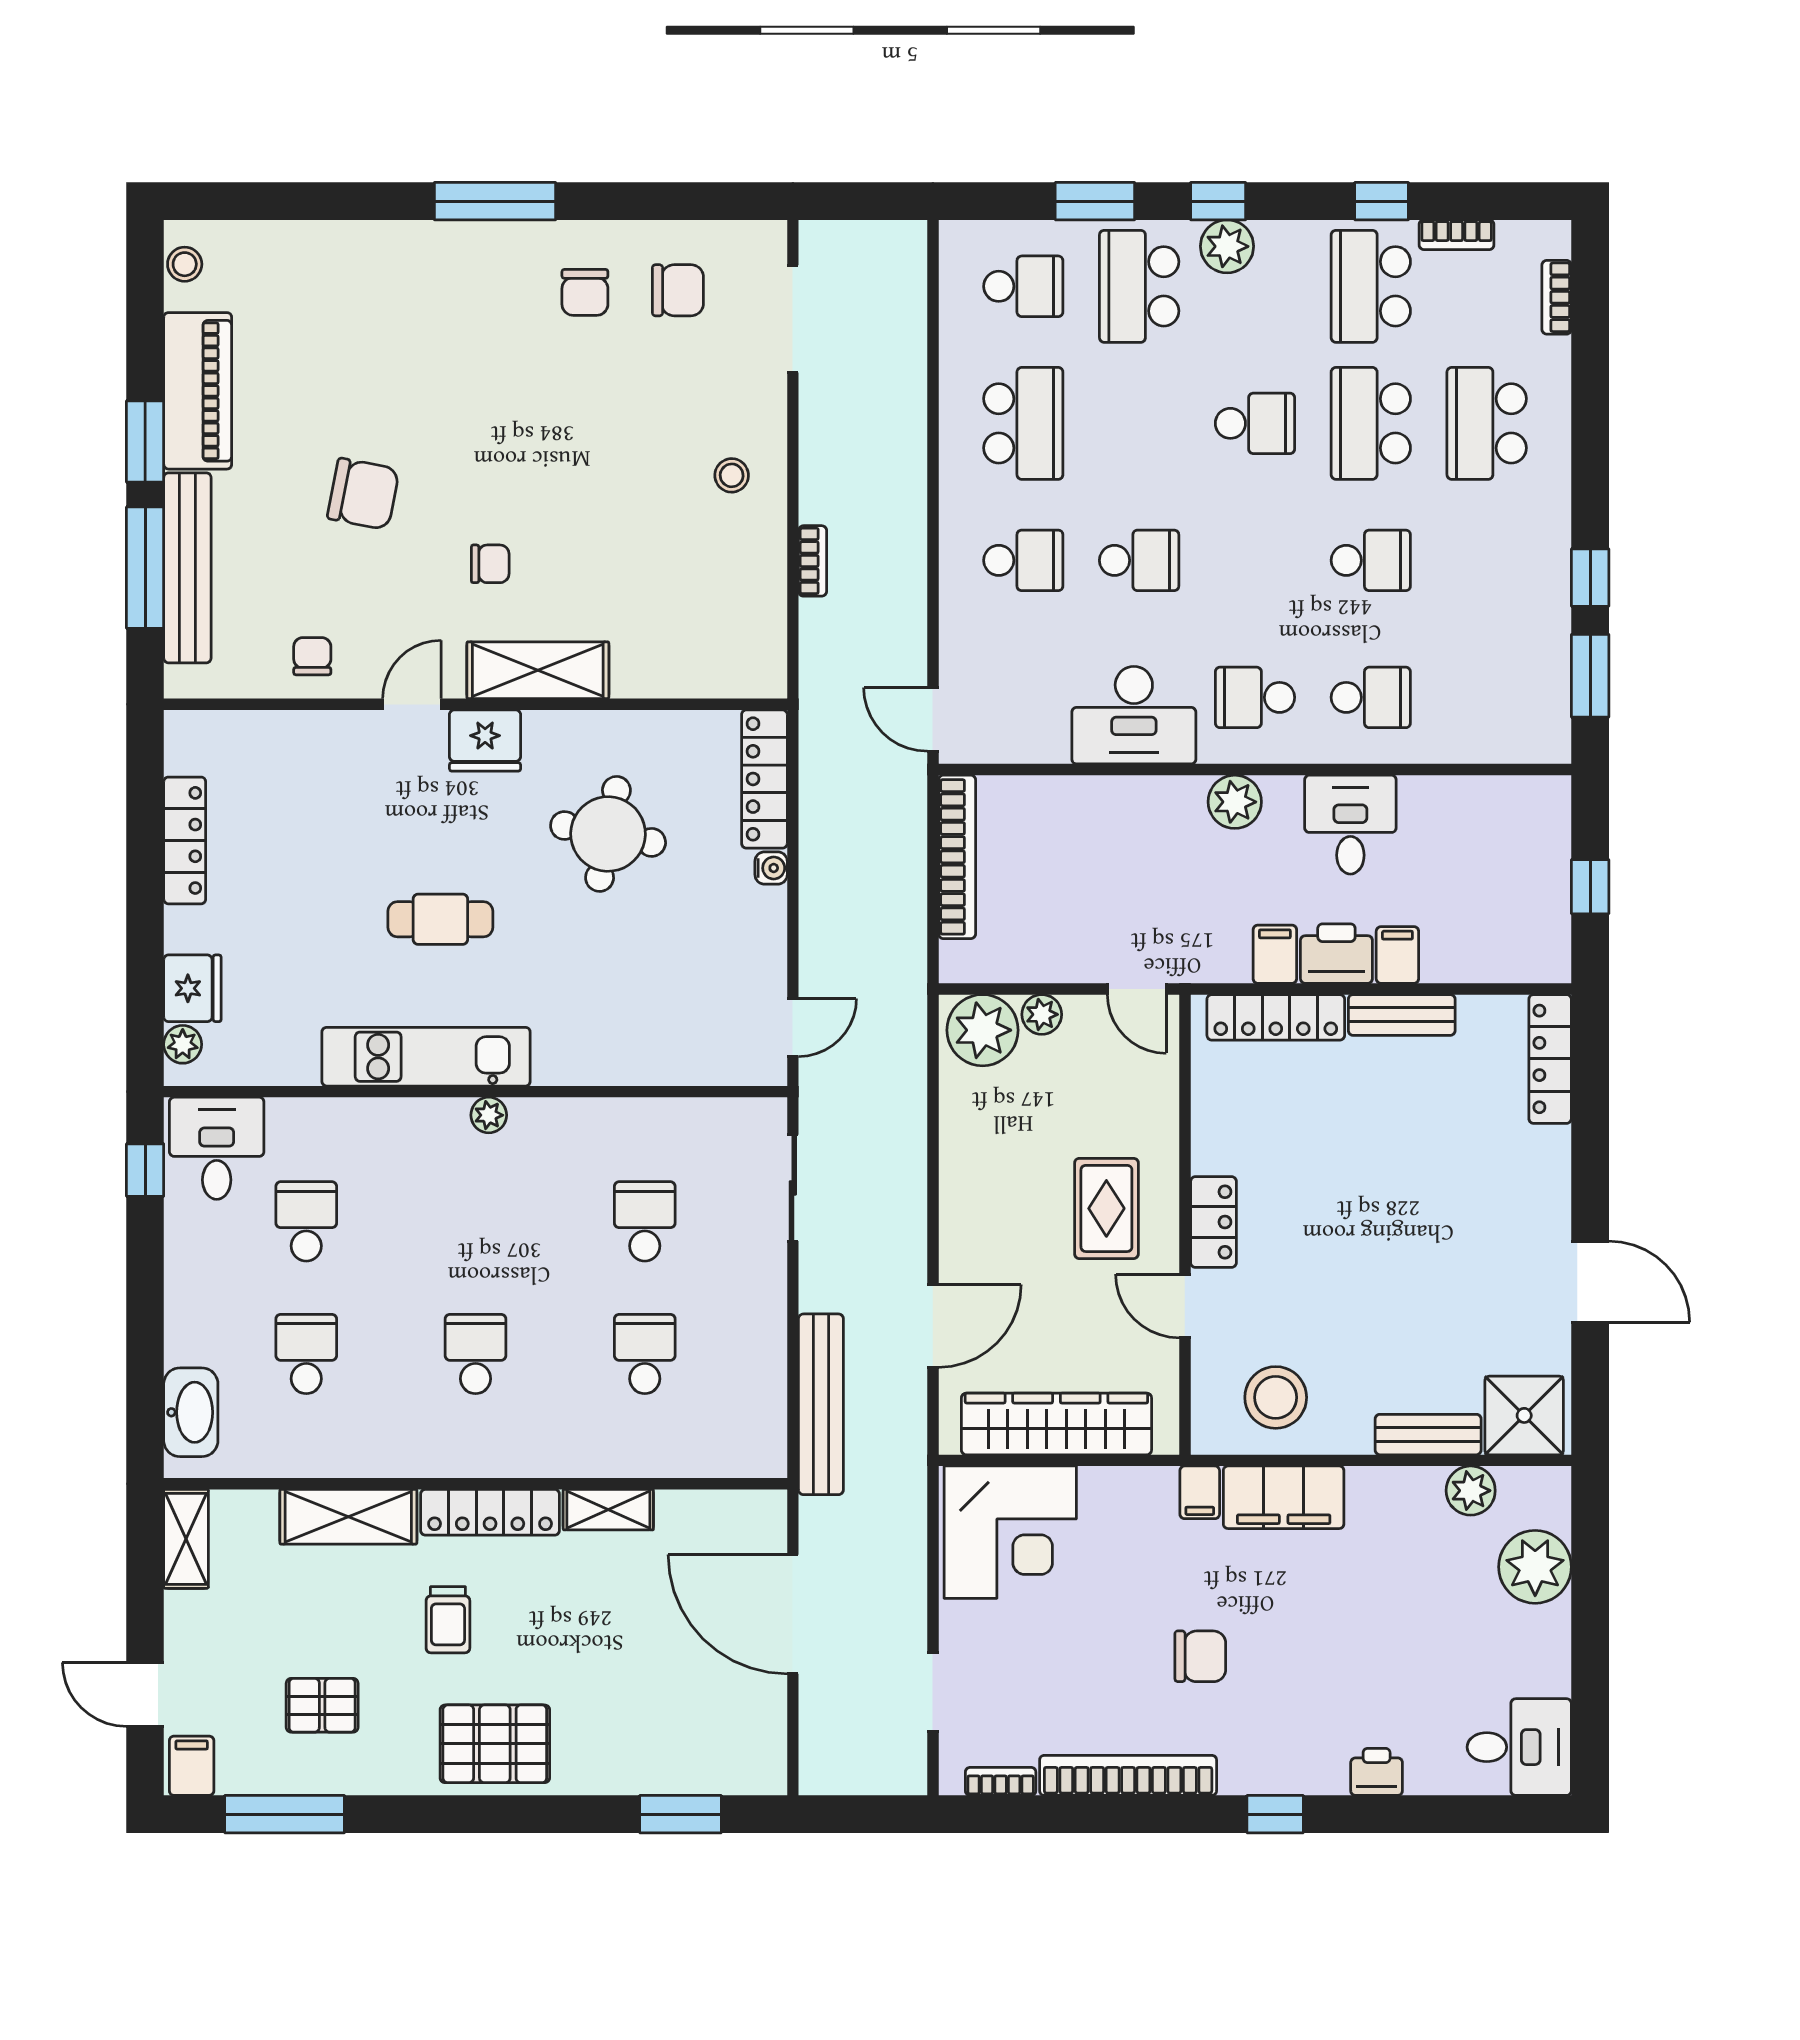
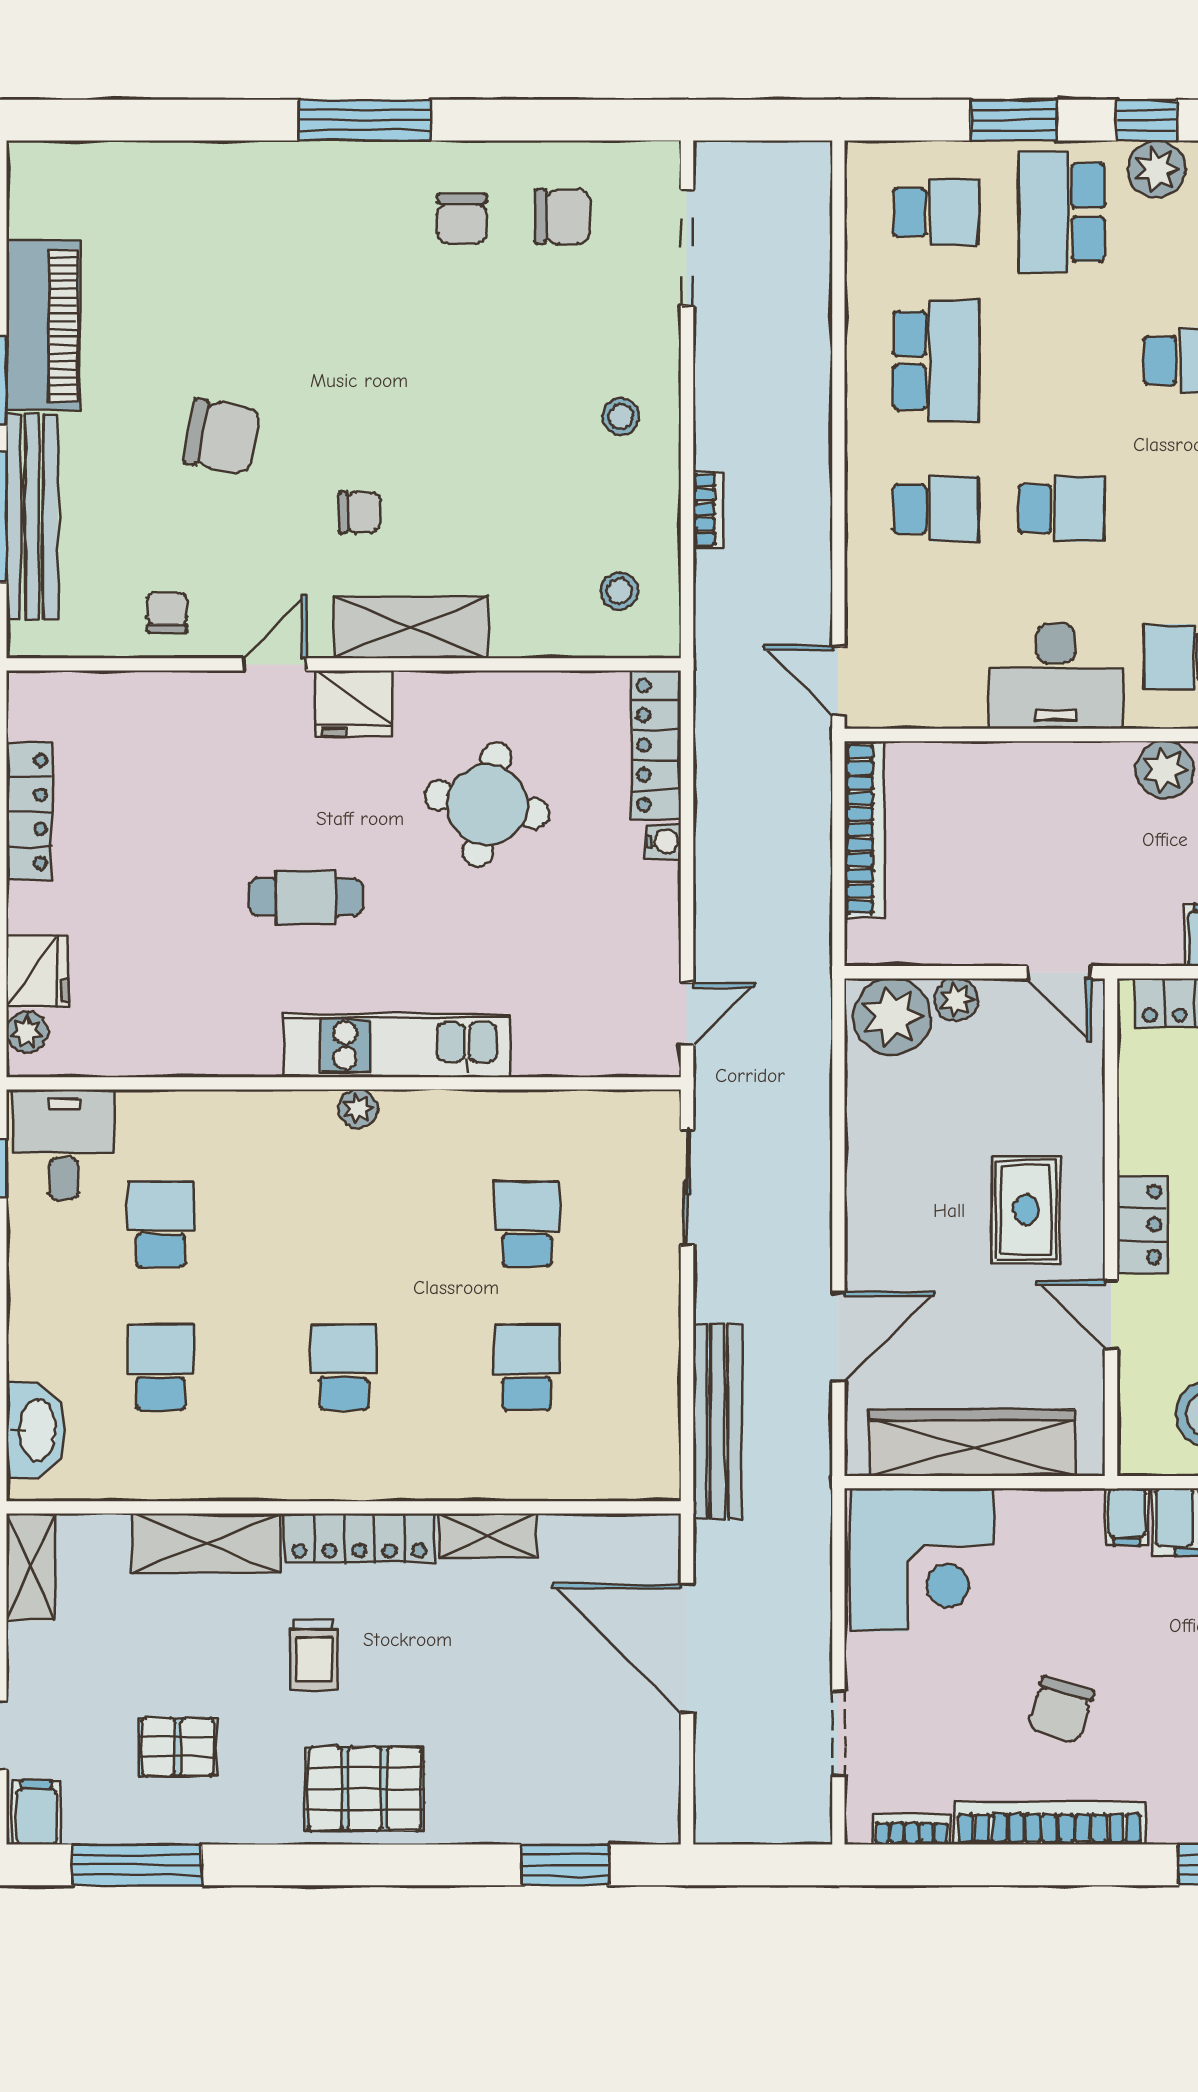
stool: (185, 264) -> (620, 591), moved
kitchen unit: (426, 1057) -> (397, 1046), moved
chair: (1200, 1656) -> (1061, 1710), moved, turned 107

